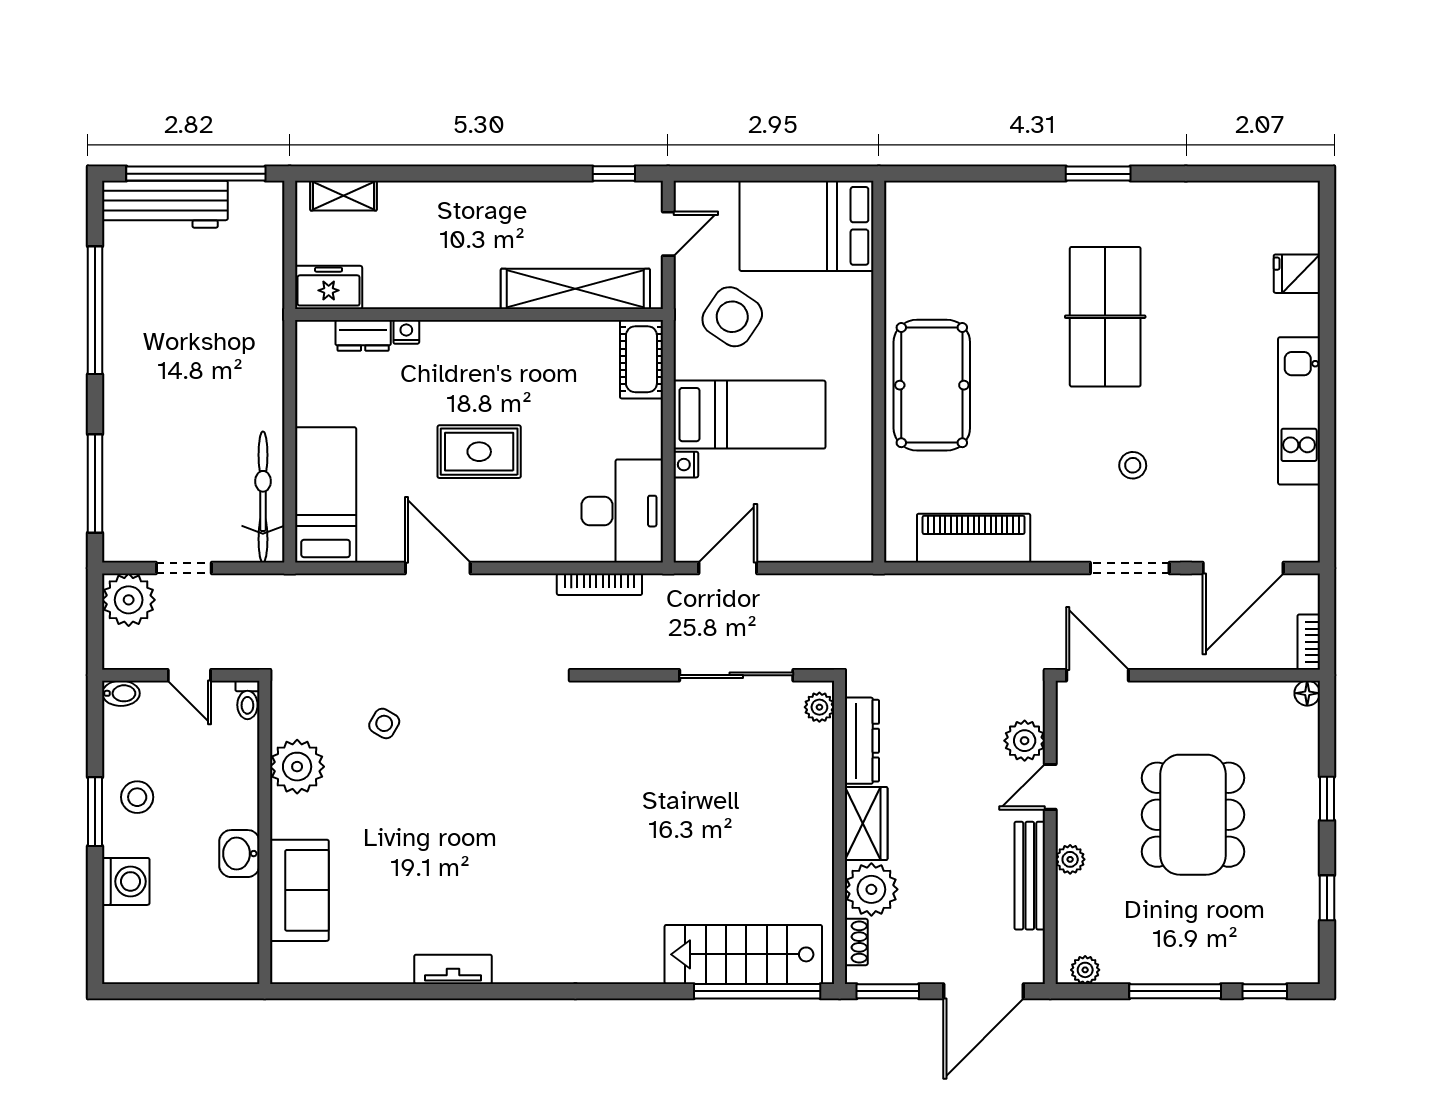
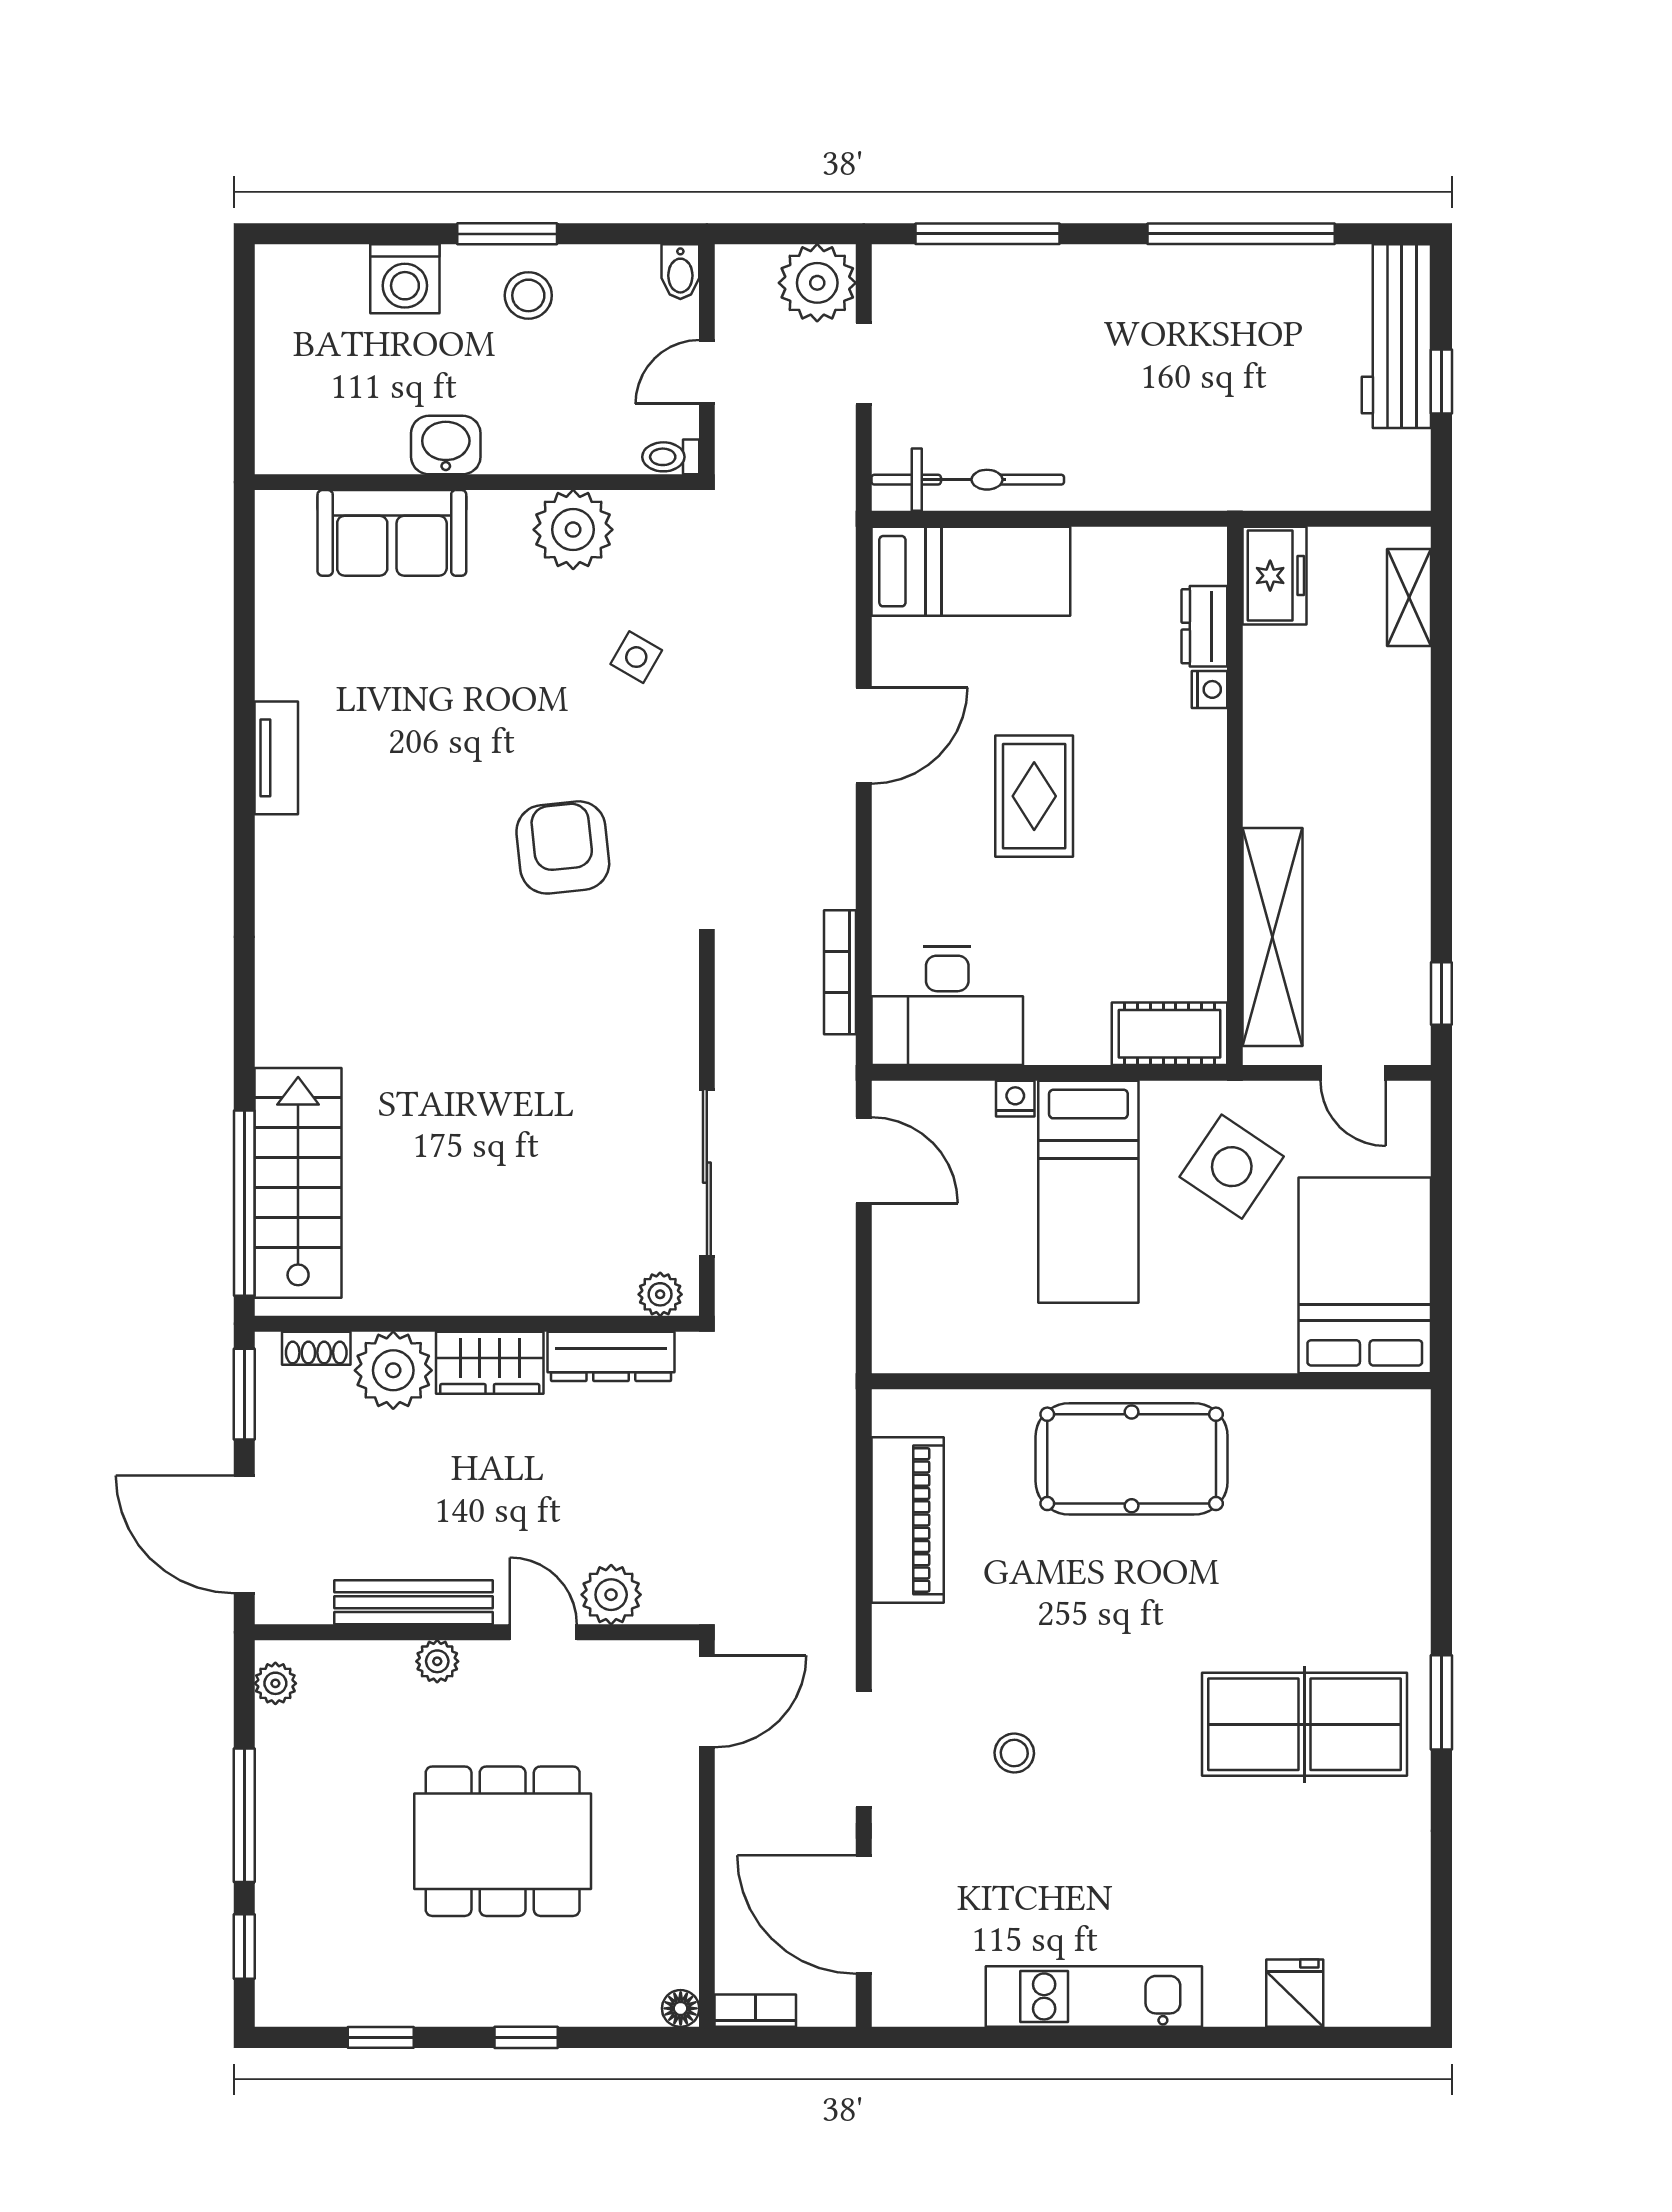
window: (196, 174) -> (1441, 381), width x0.32
table tennis table: (1105, 317) -> (1305, 1724), moved
armchair: (514, 774) -> (563, 847), added

